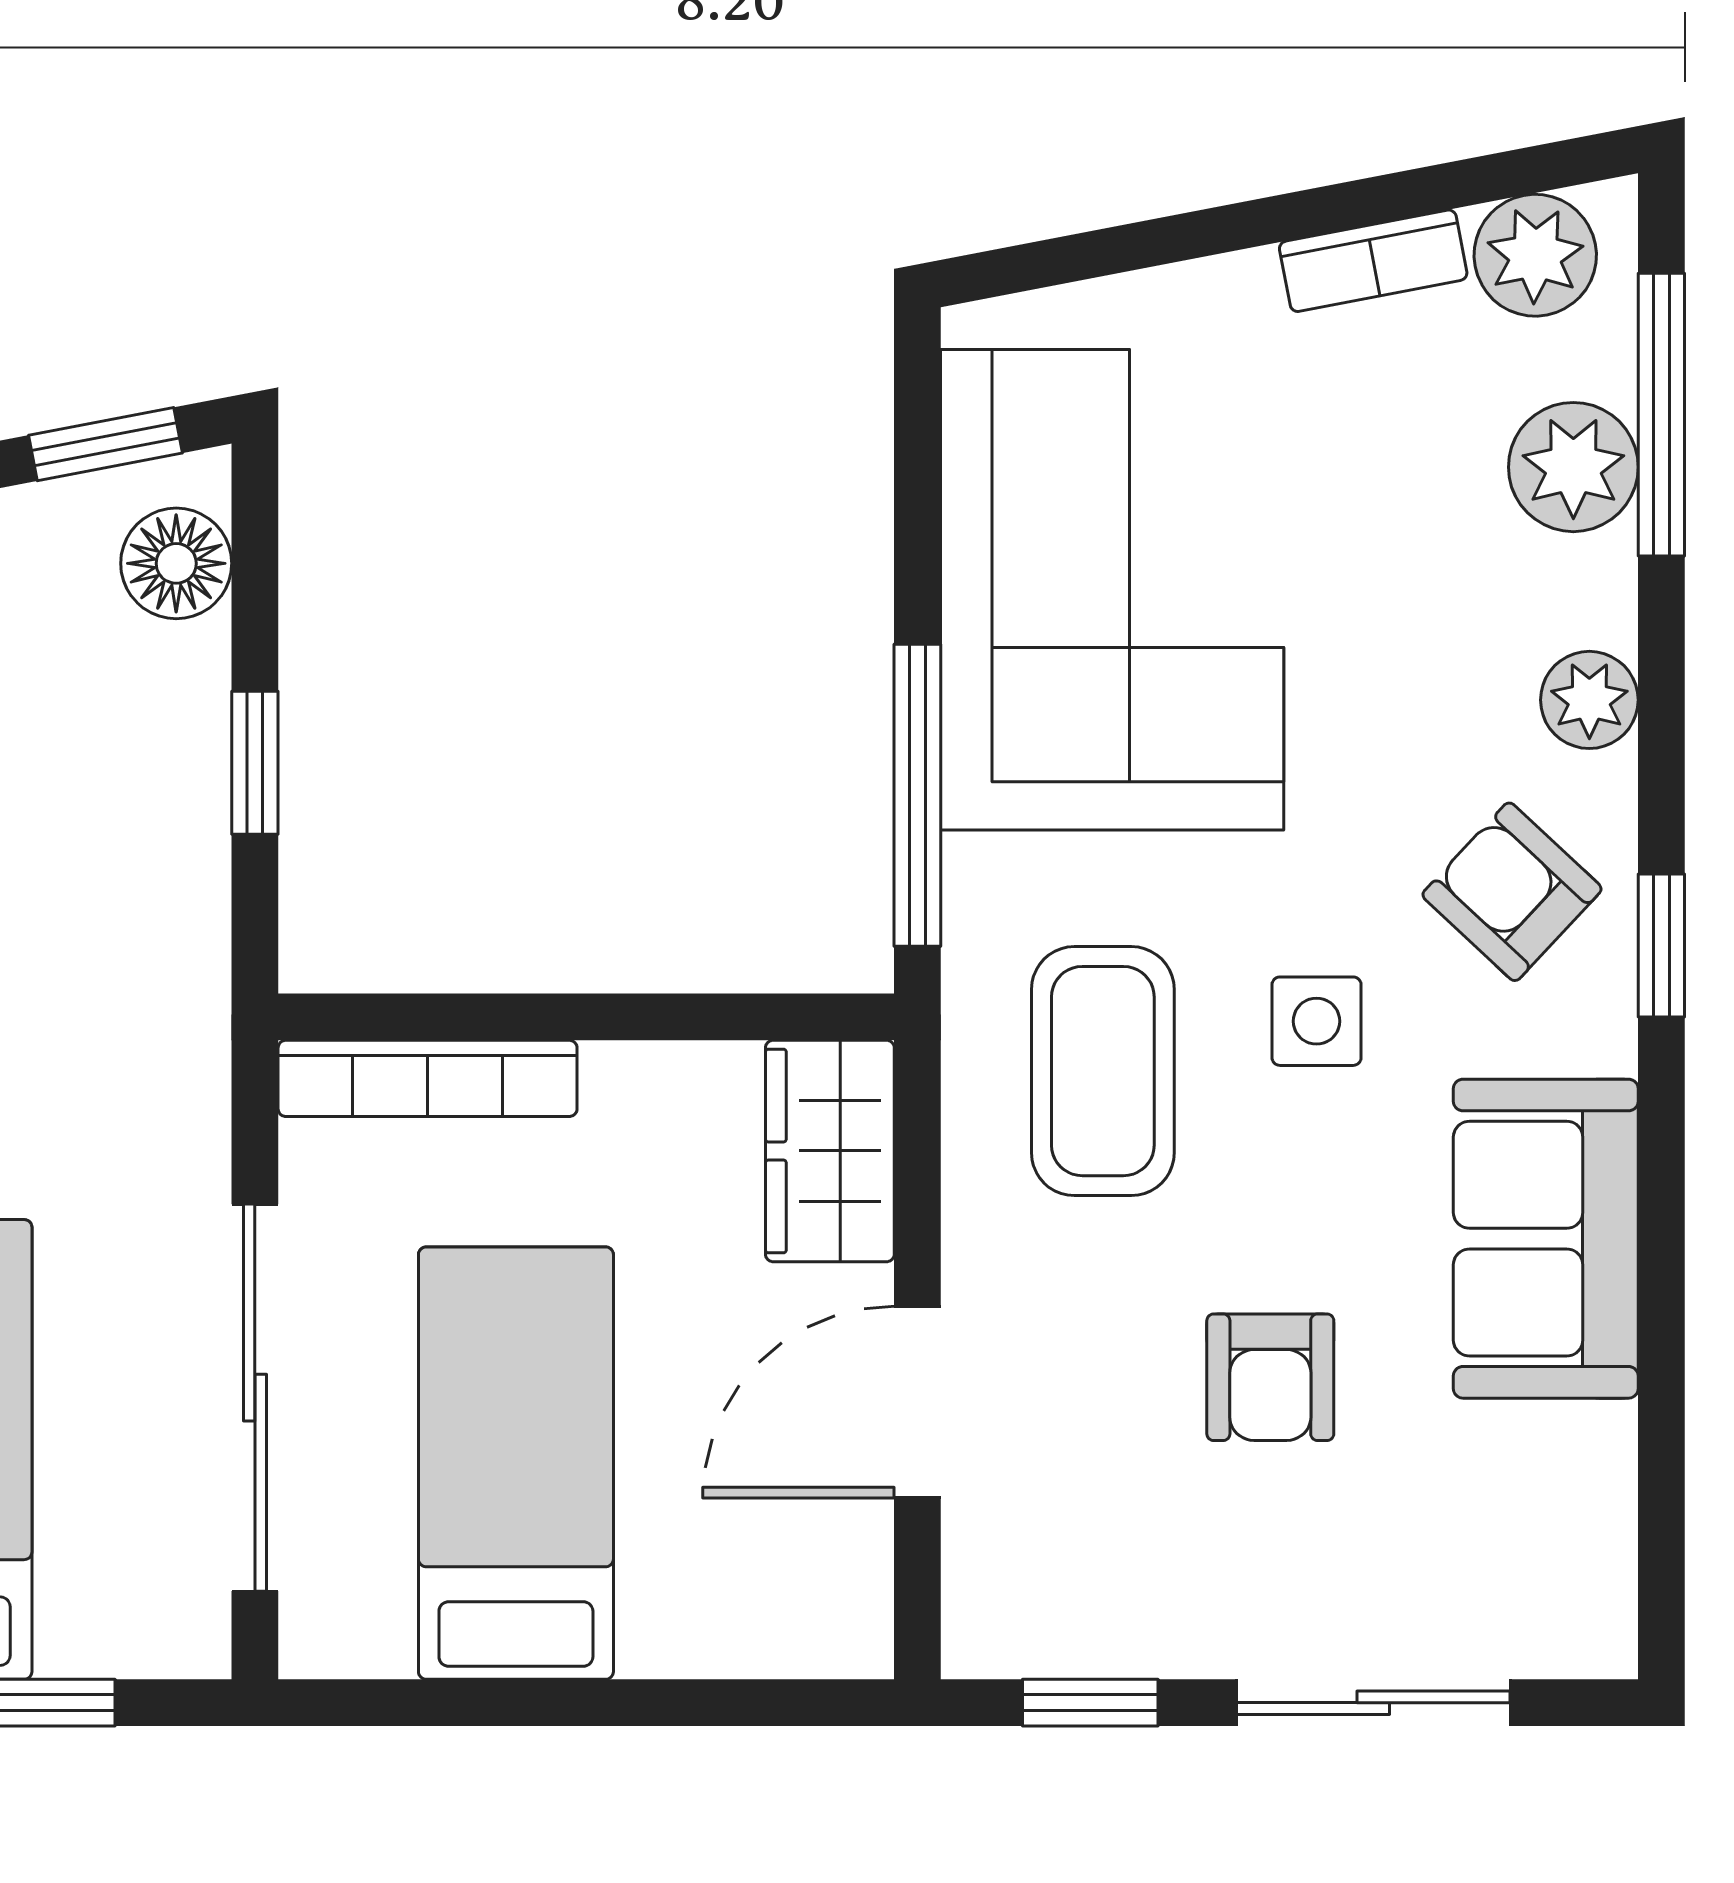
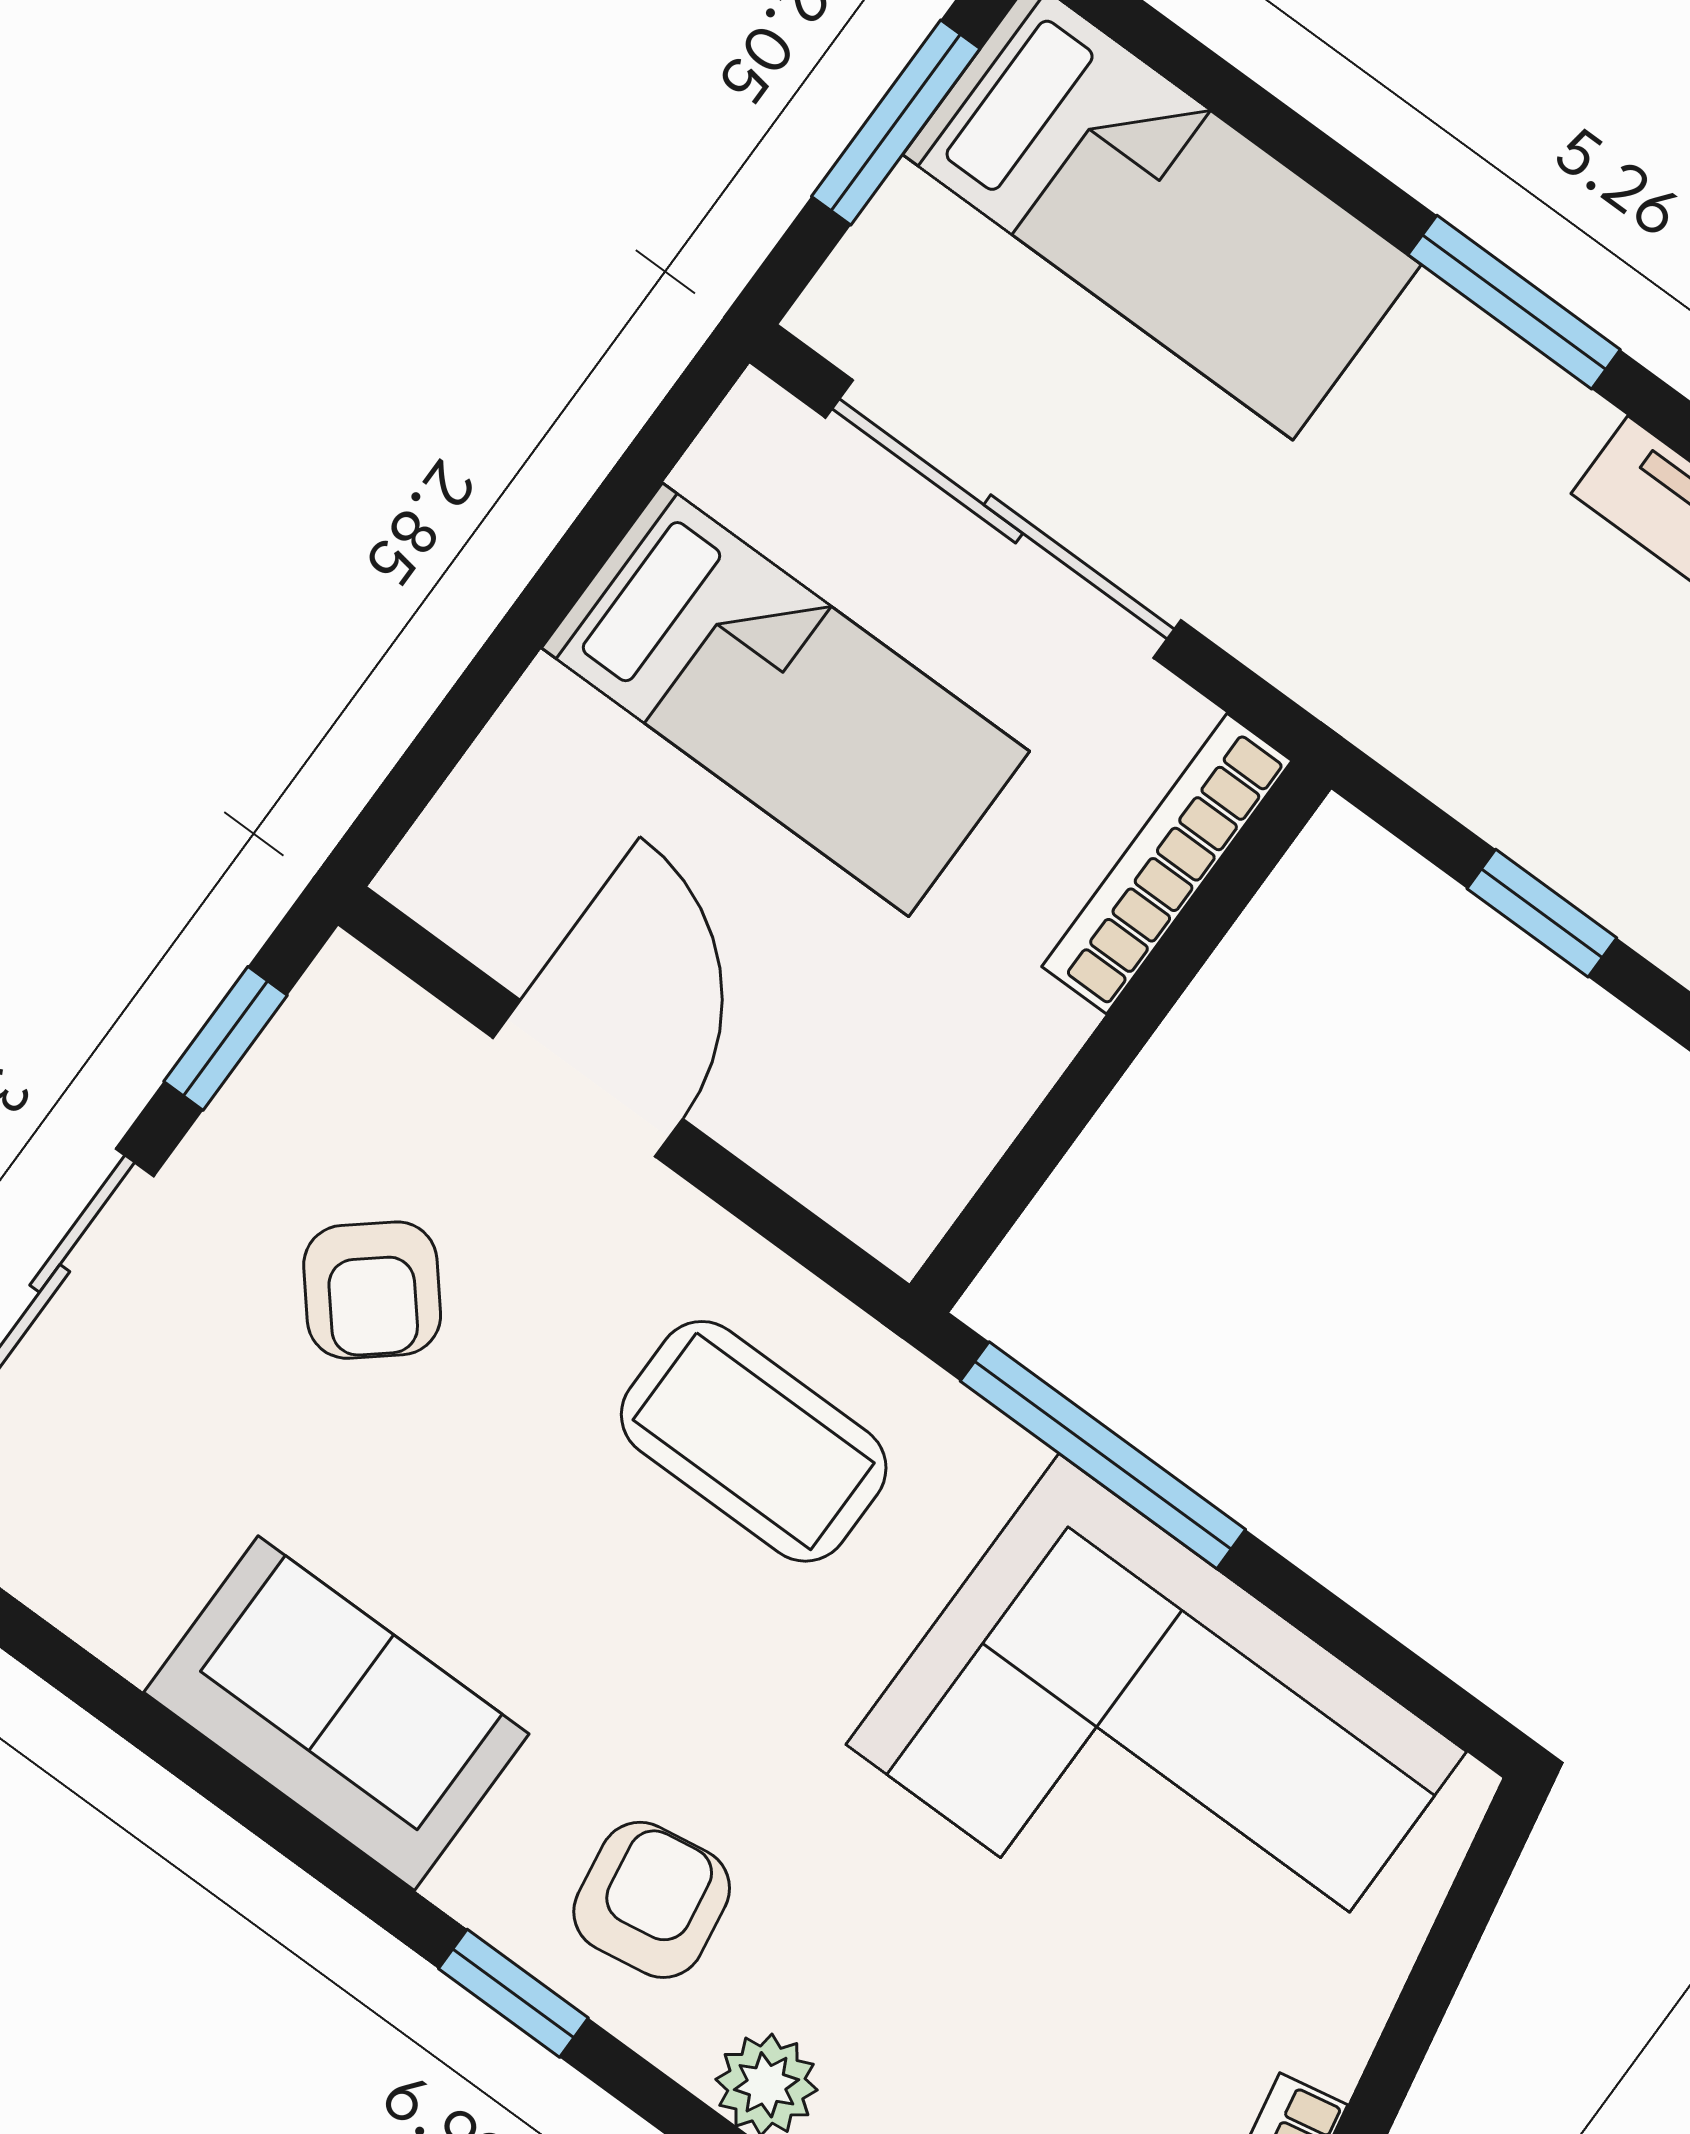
armchair: (1512, 892) -> (652, 1900), turned -52
side table: (1317, 1021) -> (663, 1654), removed
wardrobe: (830, 1151) -> (855, 1160), removed
armchair: (1270, 1377) -> (372, 1290), moved, turned -130

